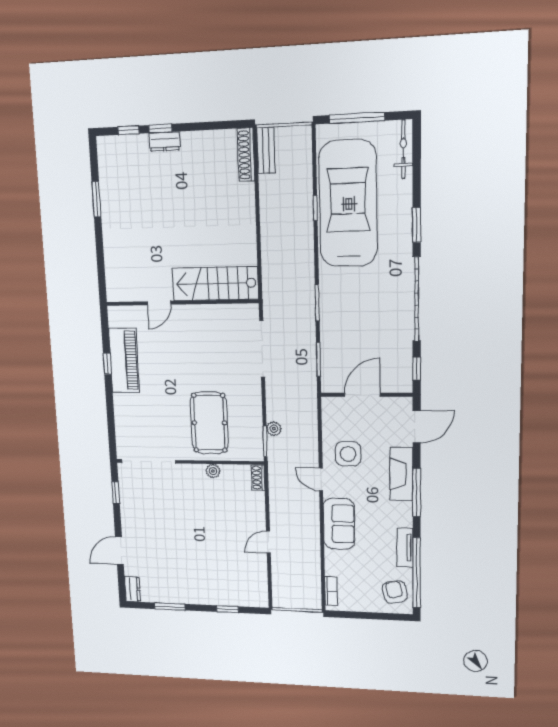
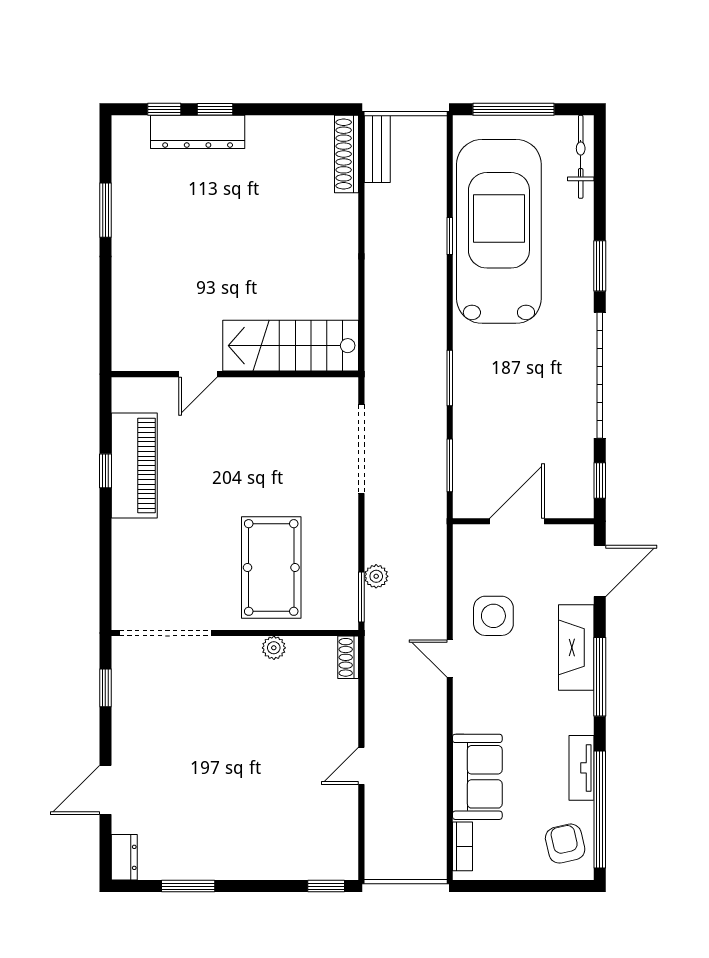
dresser: (165, 142) -> (198, 132), width x1.96, depth x1.24
sofa: (339, 524) -> (477, 777), moved
window: (228, 609) -> (326, 886), moved

